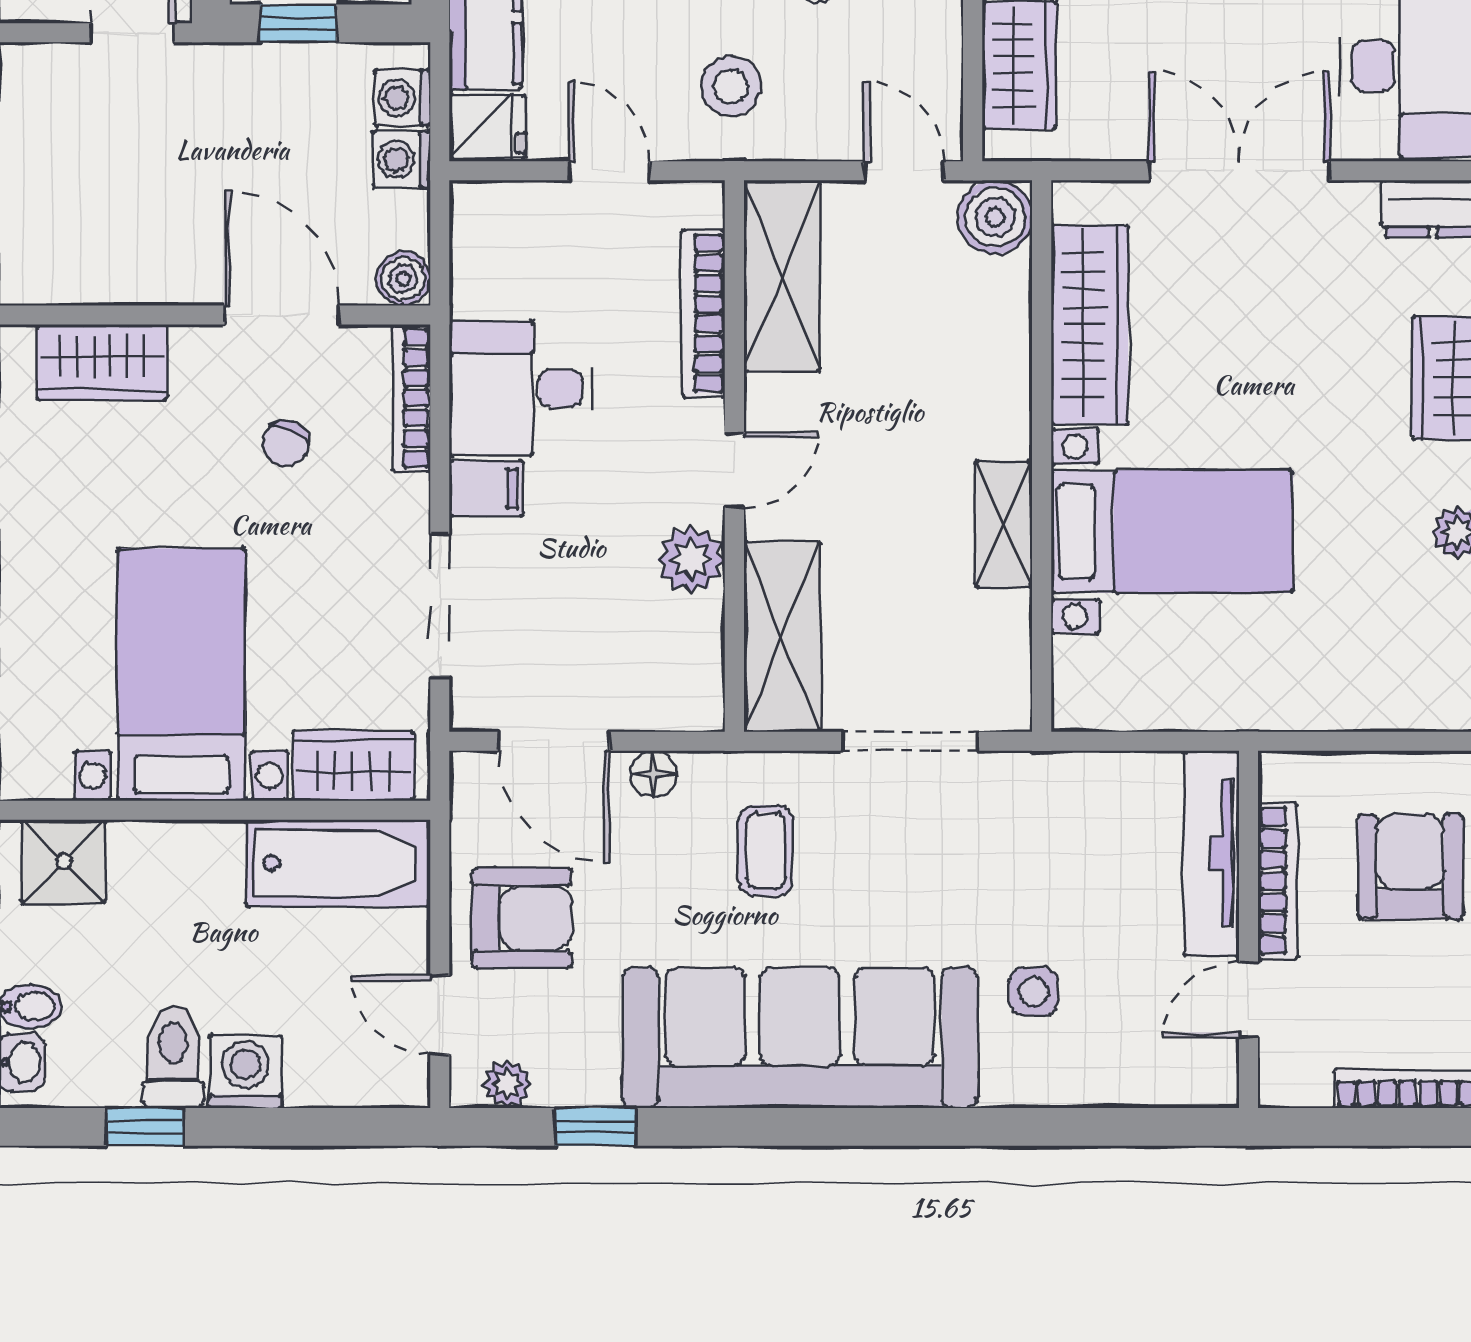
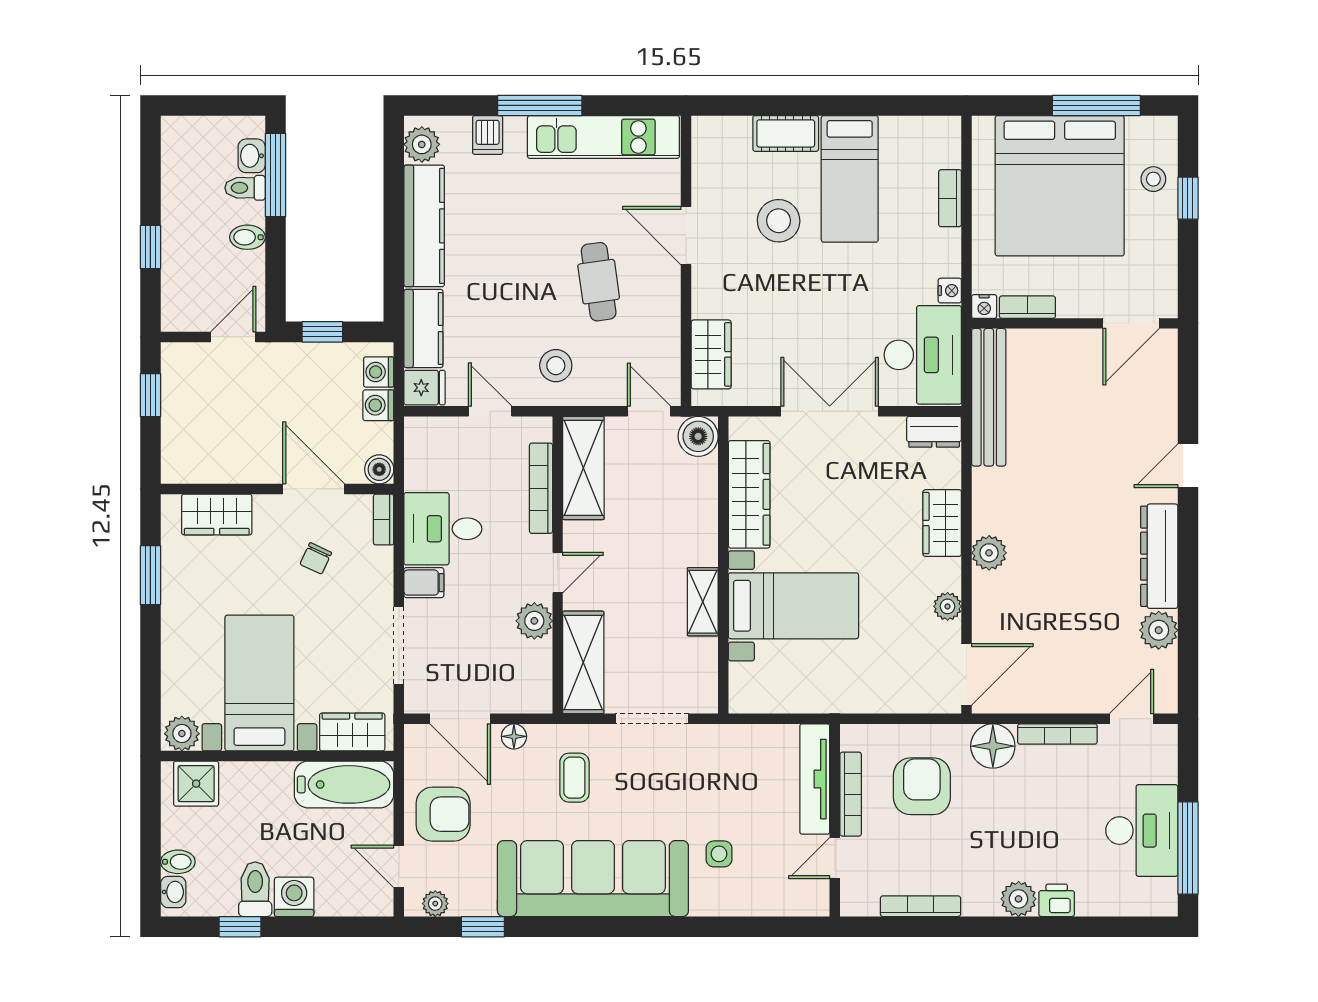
bookcase: (411, 398) -> (384, 520), width x0.64
plant: (37, 769) -> (182, 734), added

